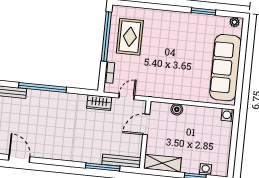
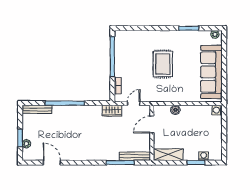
rug: (130, 37) -> (163, 64), moved

